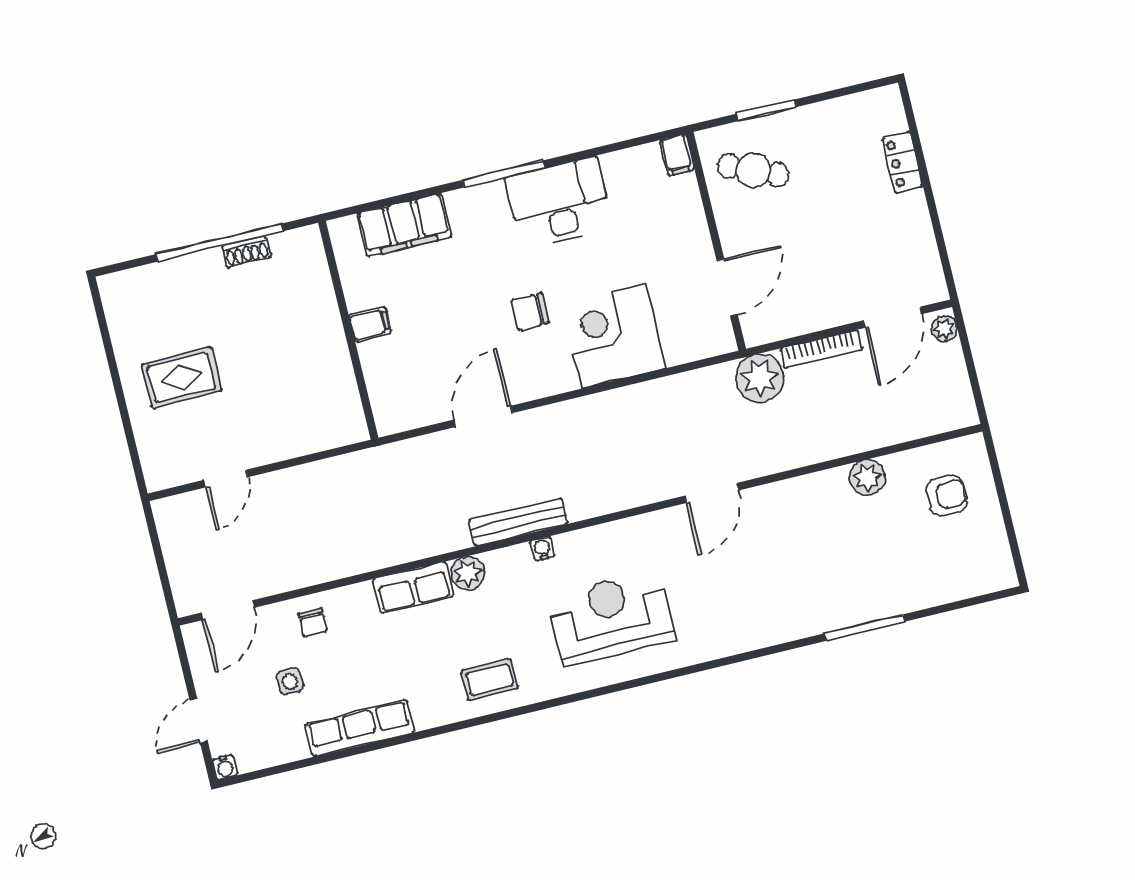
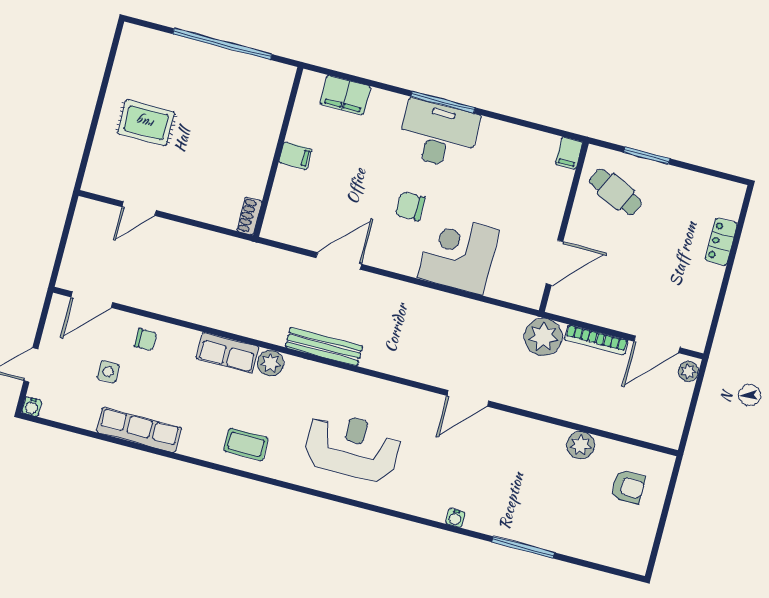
desk: (559, 203) -> (438, 134), moved
filing cabinet: (404, 225) -> (345, 95), width x0.67, depth x0.86
shoe rack: (246, 252) -> (249, 216), moved, turned 90
water cooler: (542, 549) -> (455, 518), moved, turned 180
chair: (313, 623) -> (146, 340), turned -90

